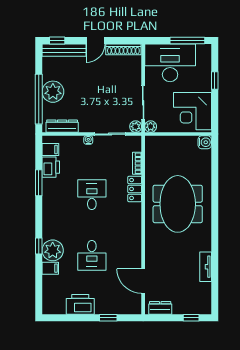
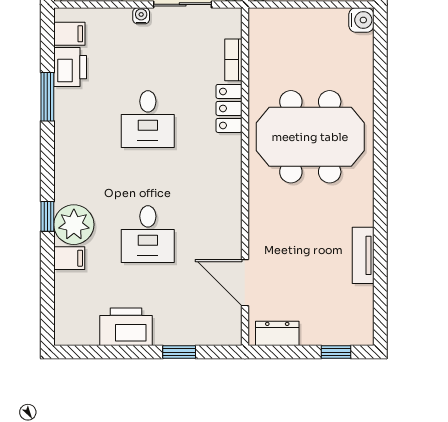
desk: (92, 195) -> (148, 119), turned 180
meeting table: (178, 204) -> (310, 137), turned 90

